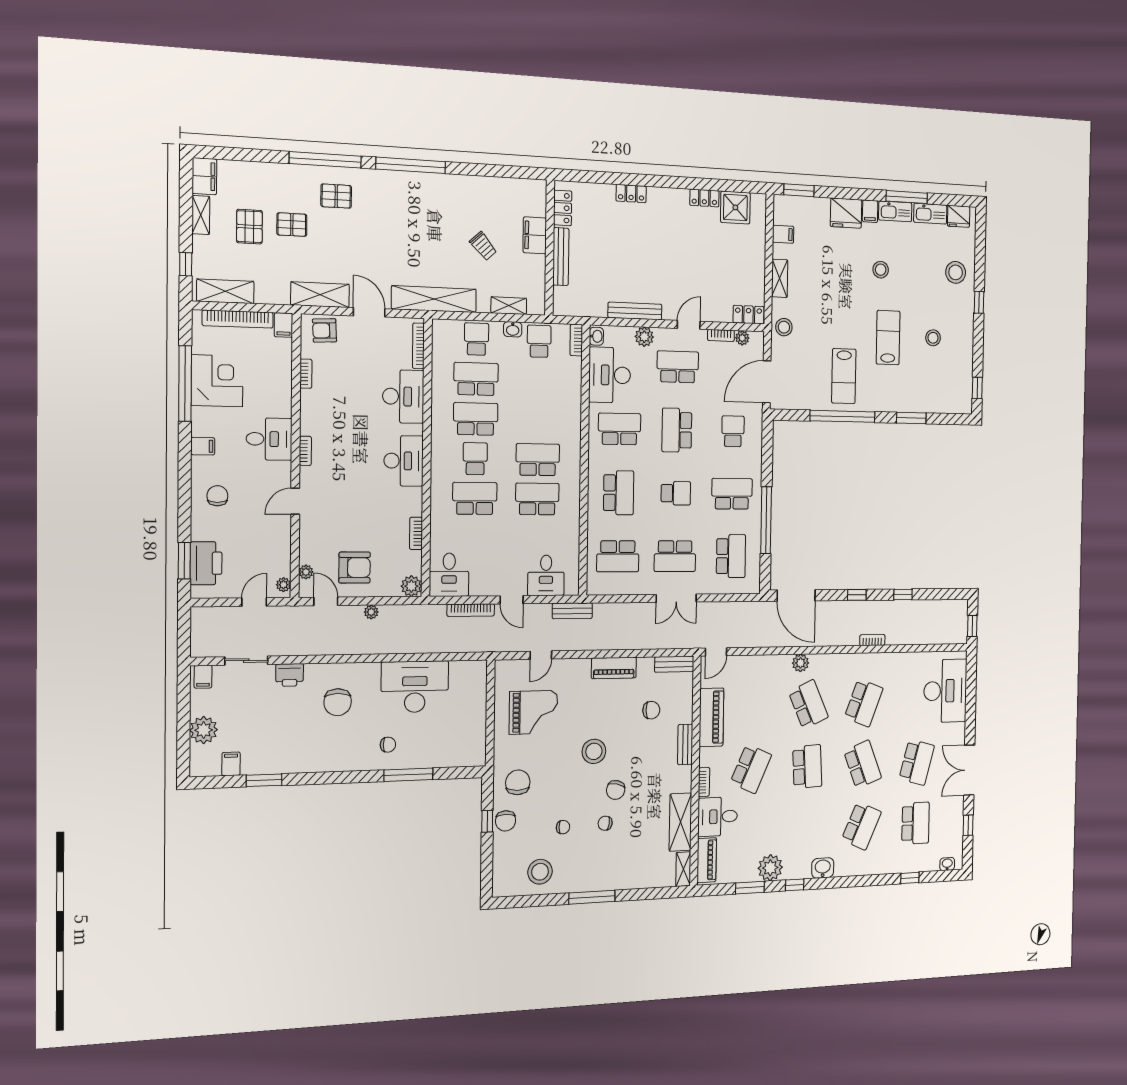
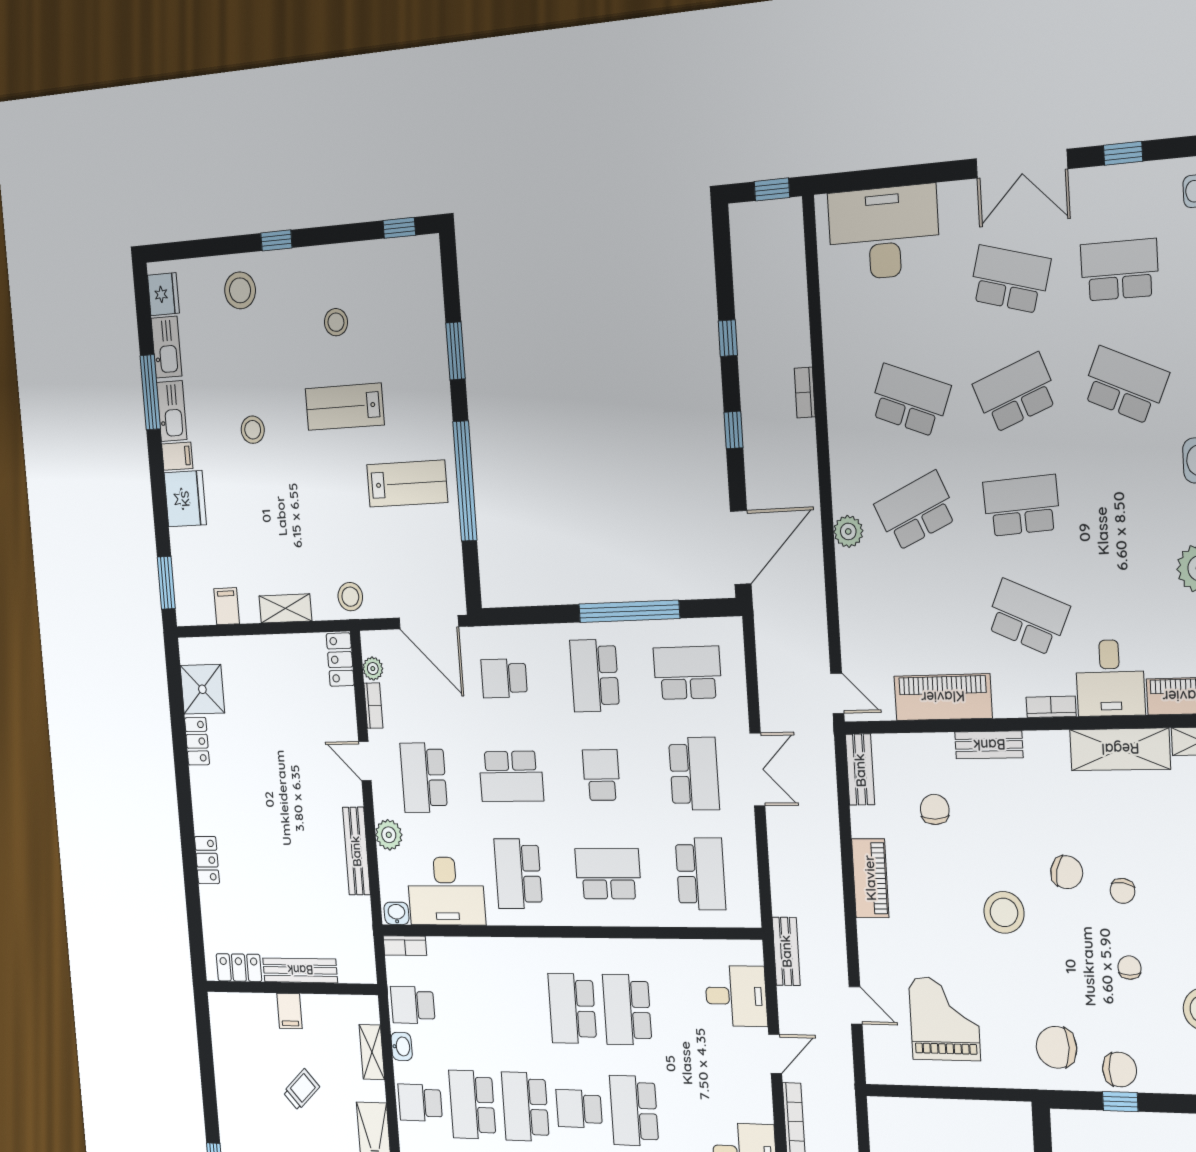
filing cabinet: (535, 235) -> (290, 1011), width x0.50

